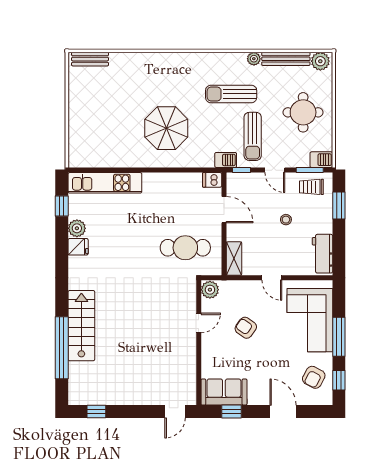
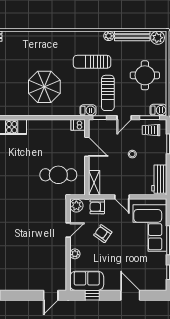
door: (275, 170) -> (124, 118), hinge flipped
plant: (208, 355) -> (75, 254), added
armchair: (314, 377) -> (97, 207), moved, turned 62

